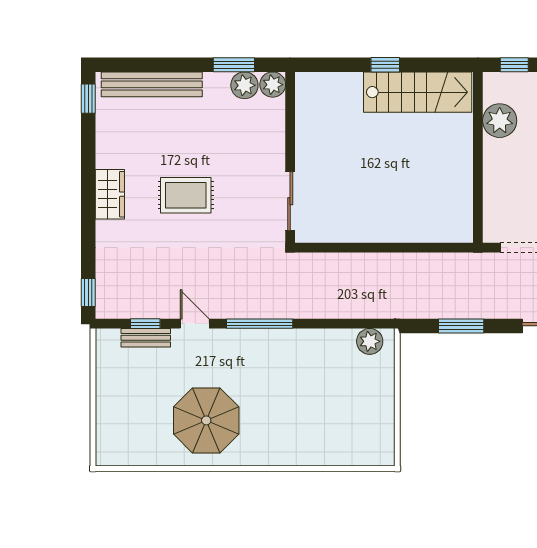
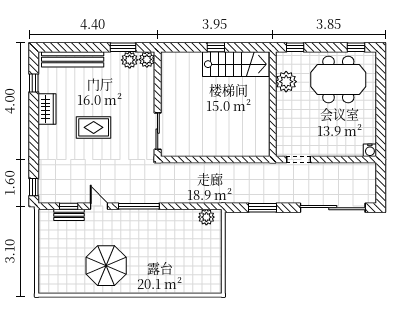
window: (88, 99) -> (34, 83), moved
wardrobe: (110, 194) -> (47, 109), moved

